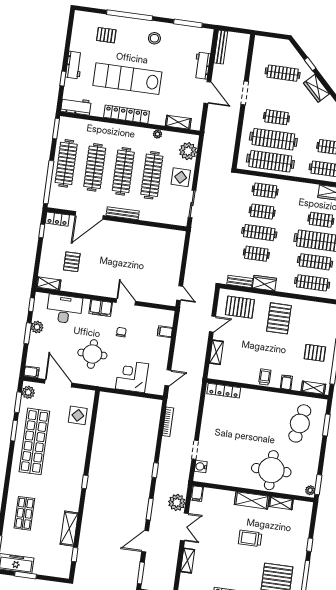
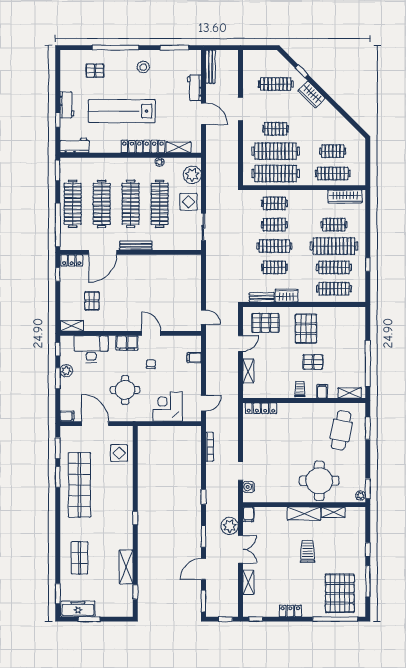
locker: (126, 114) -> (143, 147), moved
pallet: (315, 353) -> (313, 362), moved
plant: (28, 392) -> (67, 437), removed
trolley: (250, 538) -> (308, 552), turned 90

